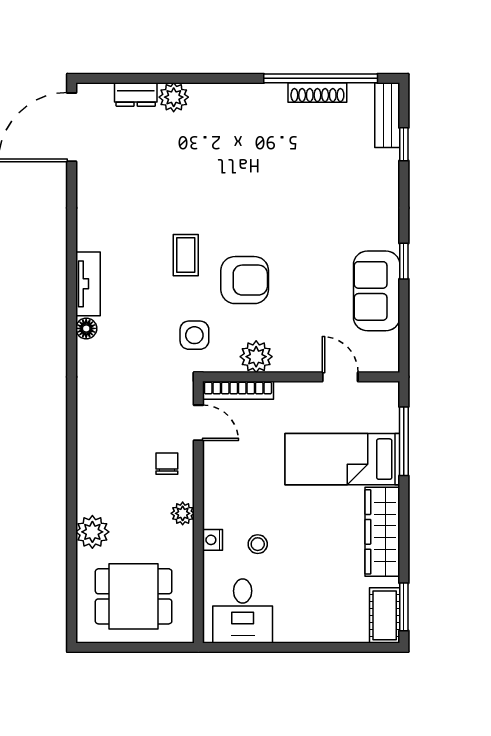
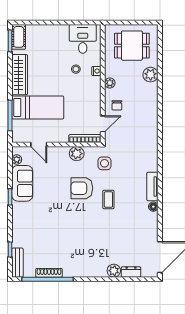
floor lamp: (86, 328) -> (153, 207), moved
plant: (389, 344) -> (17, 159), added
door: (198, 423) -> (103, 124), swing flipped

